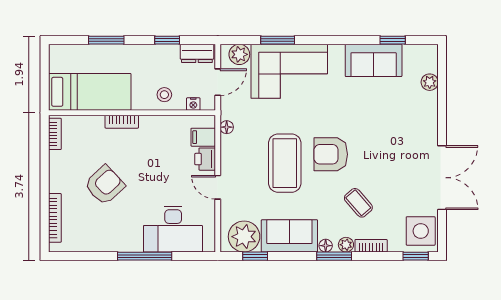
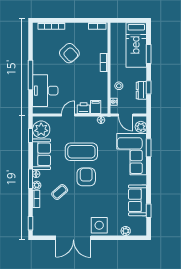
dresser: (197, 53) -> (141, 90), moved
bed: (90, 92) -> (136, 45), moved
side table: (421, 231) -> (99, 225), moved

